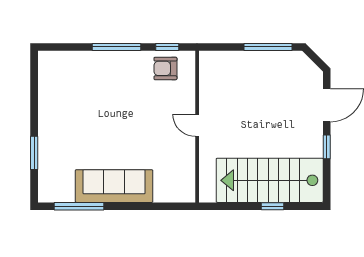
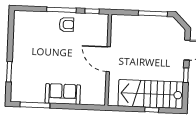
armchair: (165, 68) -> (66, 25), moved, turned 180
door: (197, 125) -> (108, 59), width x1.87
sofa: (114, 186) -> (63, 94), width x0.73

